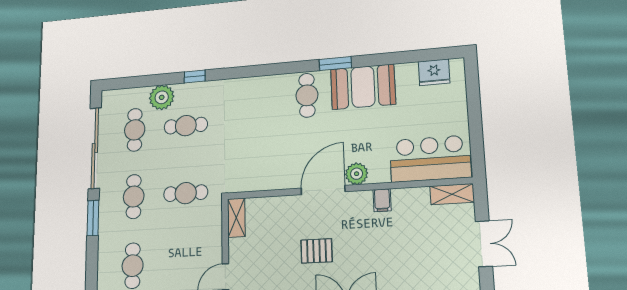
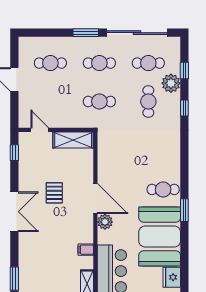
window: (145, 81) -> (184, 71), added
booth: (363, 87) -> (160, 236), width x1.36, depth x1.42
cafe table: (186, 193) -> (99, 101), turned 90
filing cabinet: (382, 200) -> (86, 250), moved
shelving: (236, 218) -> (73, 140), width x1.50, depth x1.33

